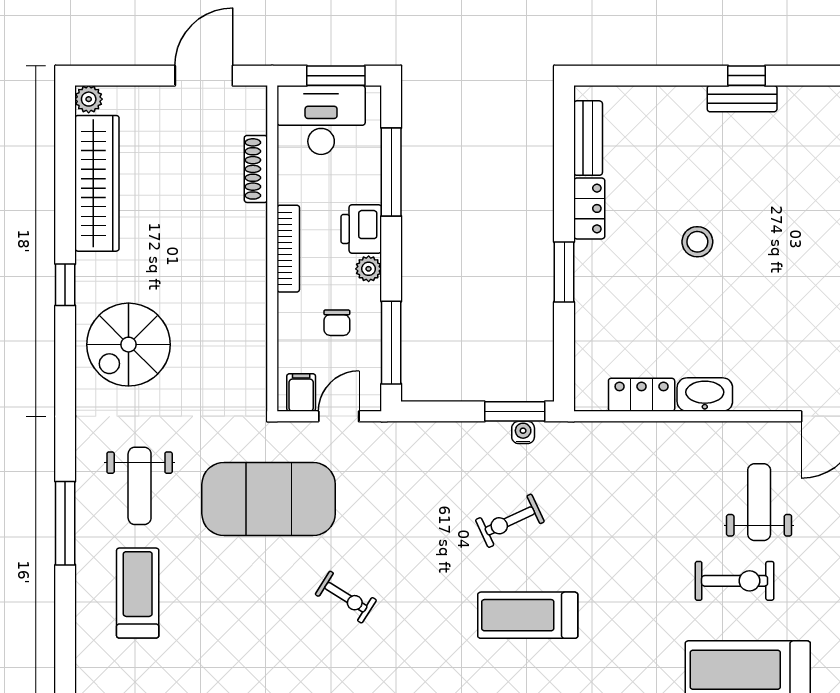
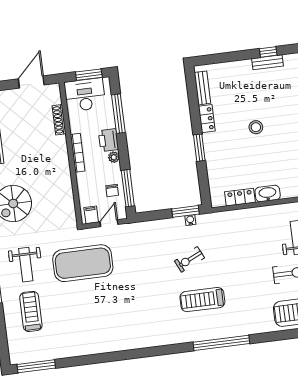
chair: (337, 323) -> (112, 191), moved
exercise bike: (346, 597) -> (122, 302), removed

